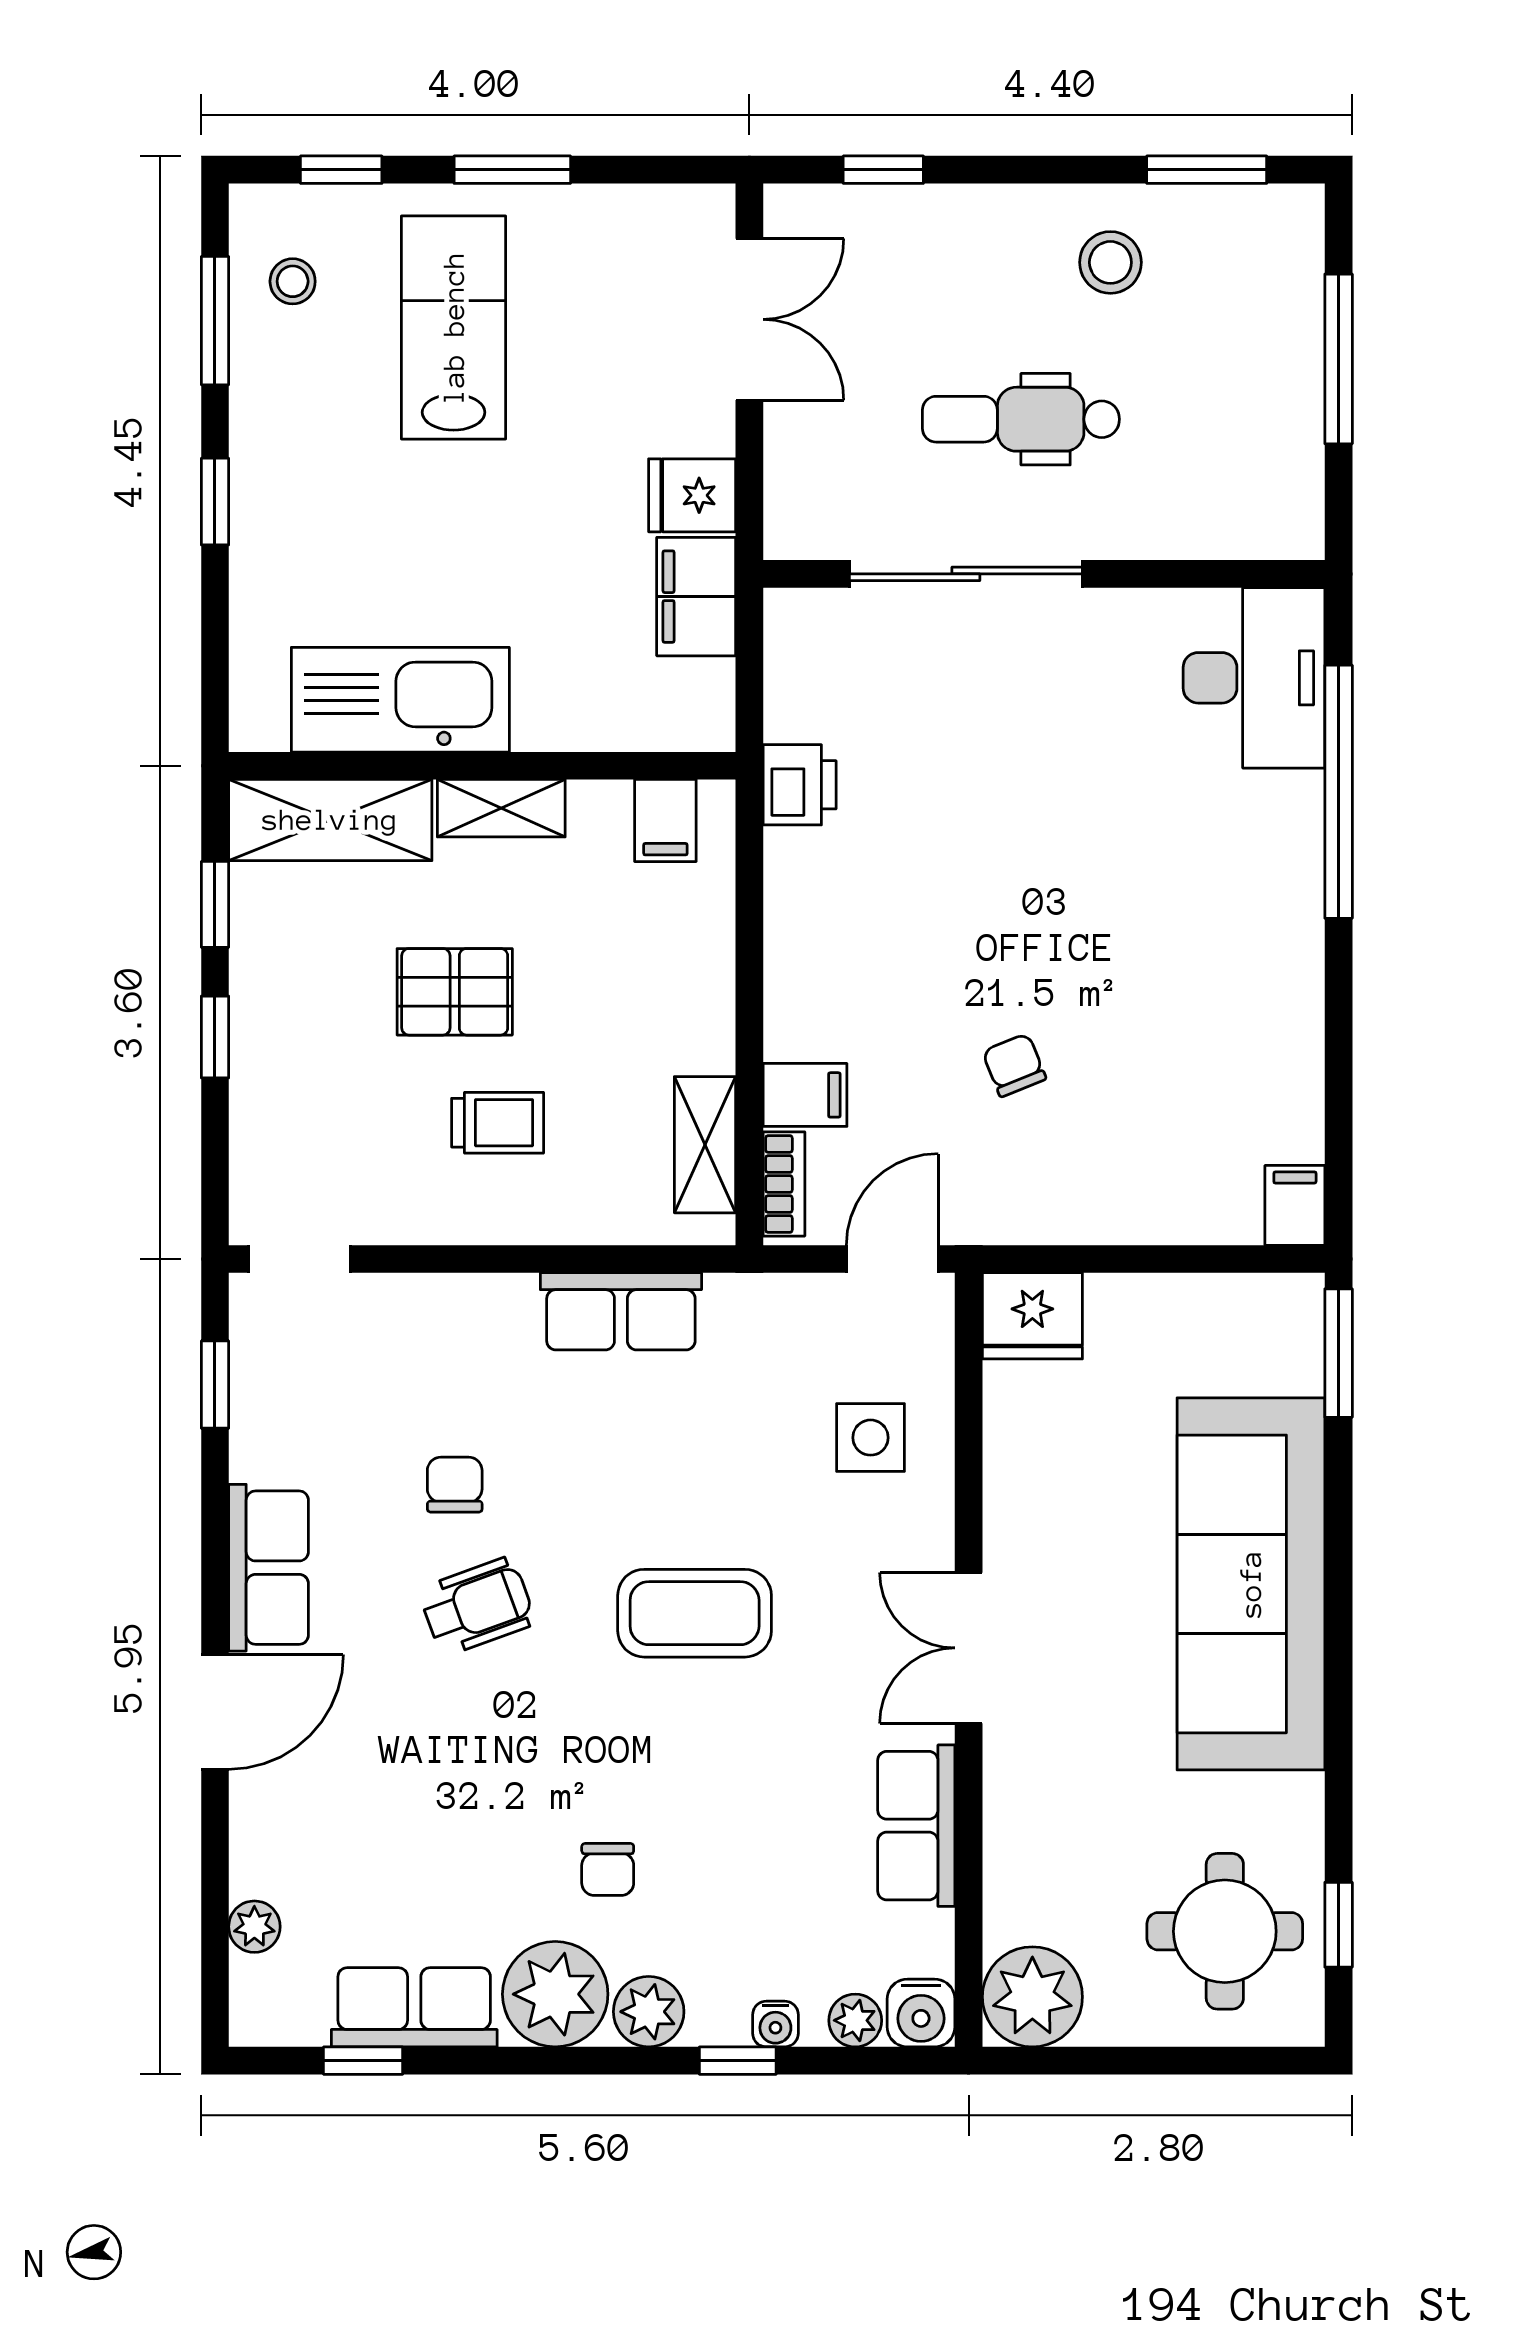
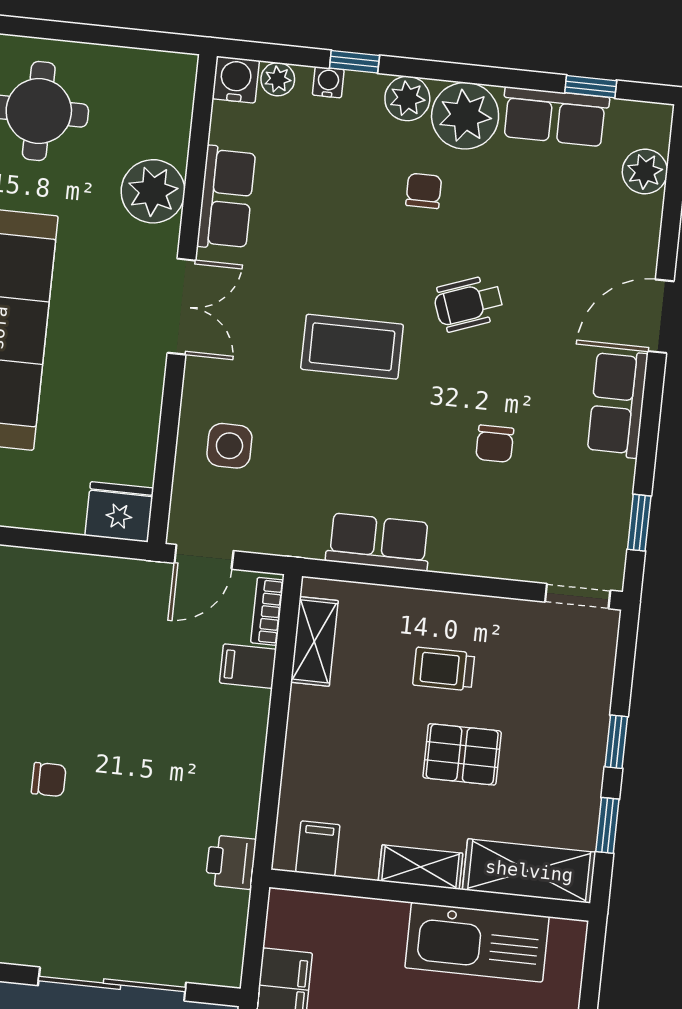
chair: (1014, 1065) -> (49, 779), moved, turned -68
wheelchair: (477, 1606) -> (468, 303), moved
plant: (254, 1927) -> (645, 171), width x1.38, depth x1.38
plant: (1032, 1997) -> (153, 191), moved

